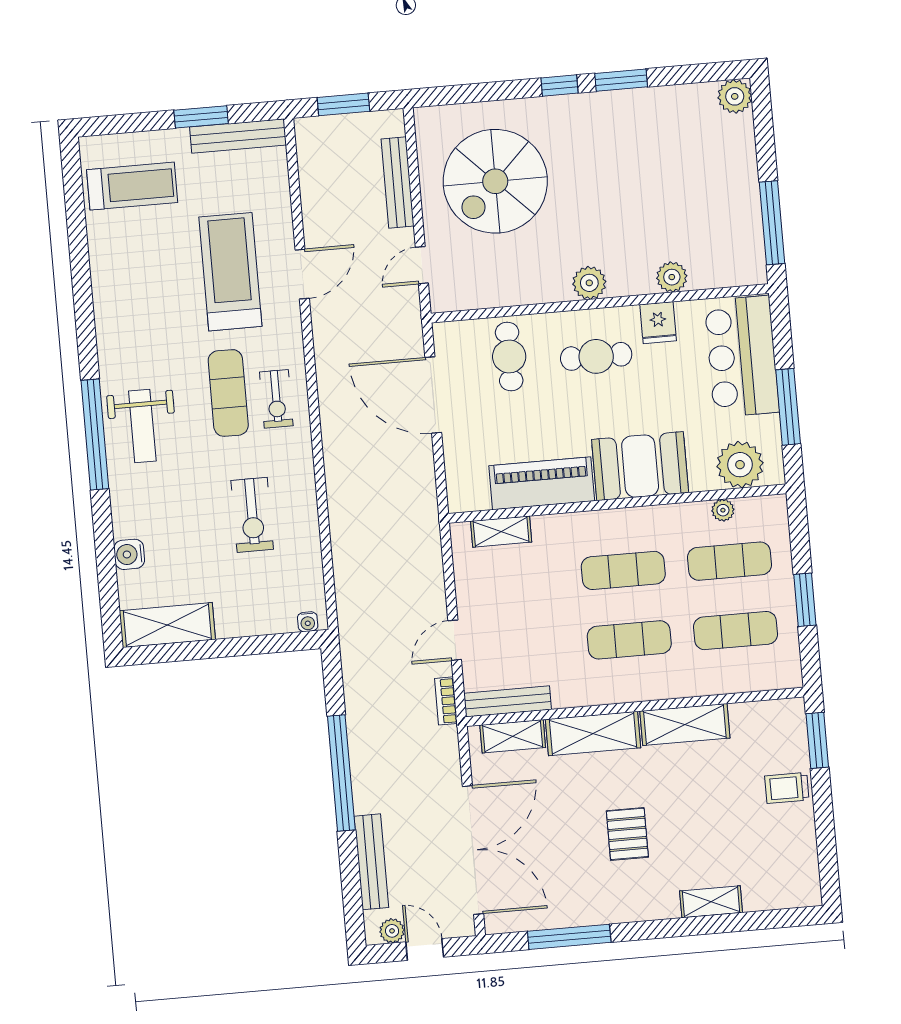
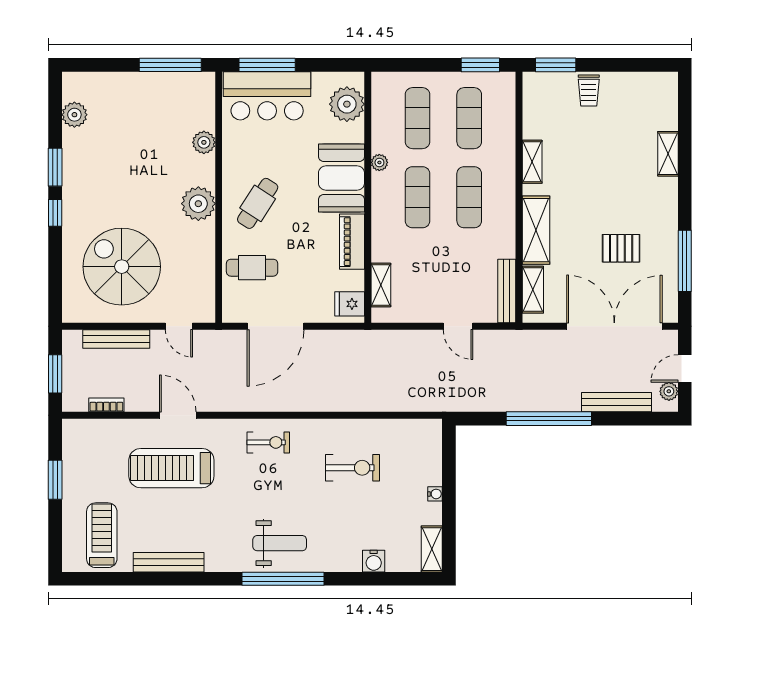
plant: (735, 96) -> (74, 115), moved
bench: (238, 136) -> (169, 562), moved, turned 90
spiral stairs: (495, 181) -> (122, 267), turned 180
plant: (589, 283) -> (198, 204), width x1.36, depth x1.36
fridge: (658, 323) -> (350, 304), moved, turned 180
cafe table: (596, 356) -> (258, 203), turned 33
exercise mat: (228, 393) -> (261, 478), removed
window: (788, 407) -> (267, 65), moved
piano: (542, 483) -> (352, 242), width x0.73, depth x0.75
plant: (723, 510) -> (379, 162), moved
window: (805, 600) -> (480, 65), moved
water cooler: (308, 622) -> (435, 494), moved
shelving: (167, 625) -> (432, 549), width x0.67, depth x0.75
bookcase: (446, 701) -> (106, 405), moved, turned 180
shelving: (685, 724) -> (532, 162), width x0.67, depth x0.75
pallet: (627, 834) -> (621, 248), moved

